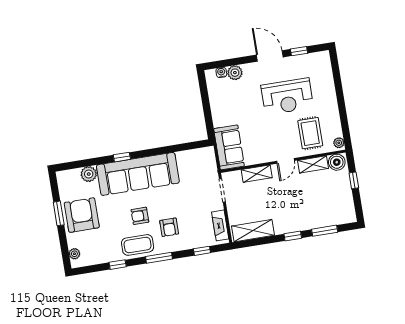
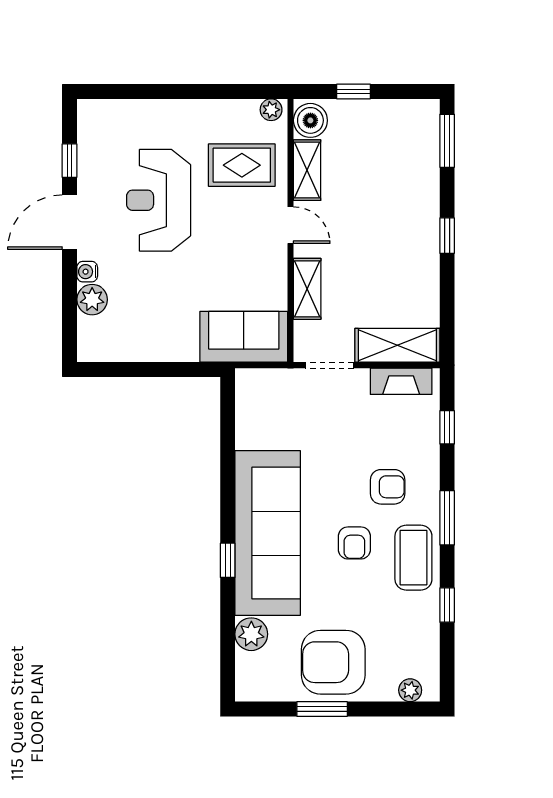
water cooler: (221, 72) -> (87, 272), moved
reception desk: (287, 96) -> (159, 200), turned 180
shelving: (253, 231) -> (397, 345), moved, turned 90
window: (325, 231) -> (447, 141), moved

